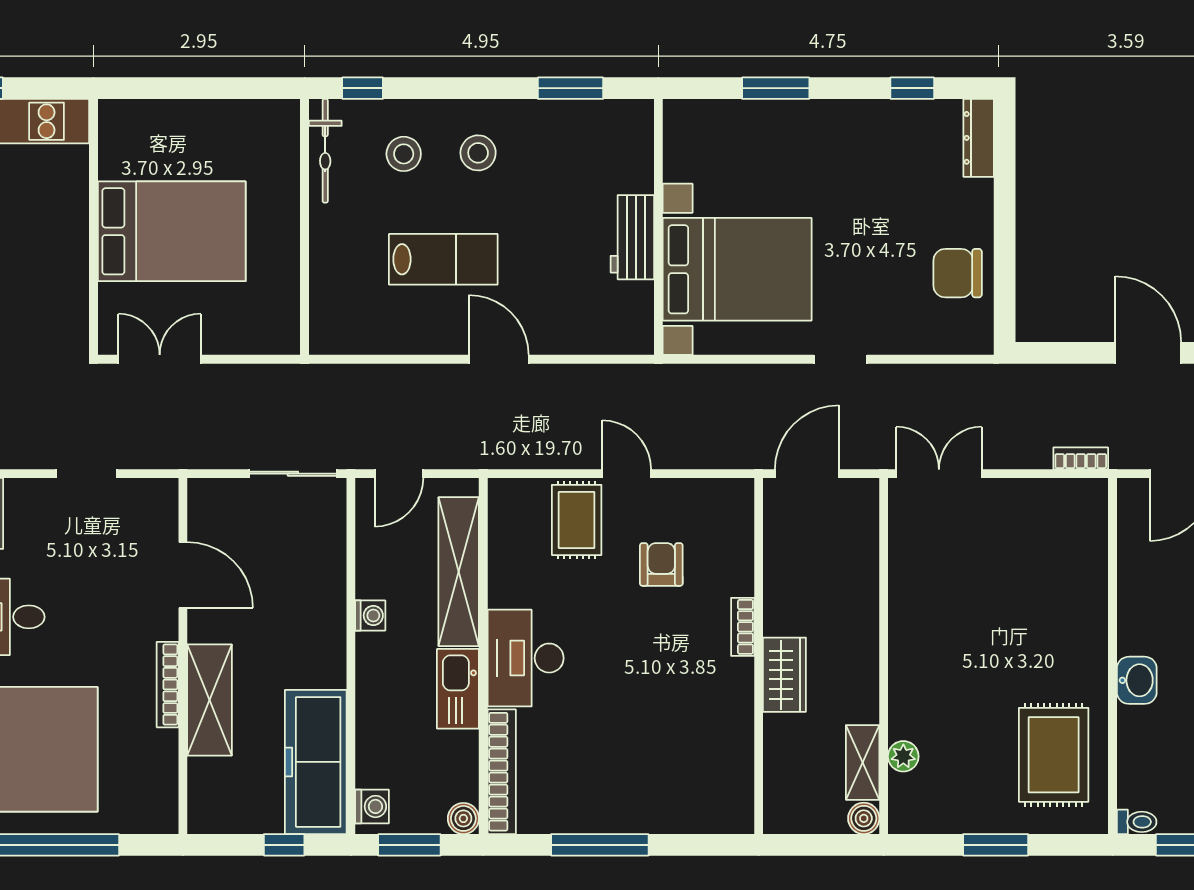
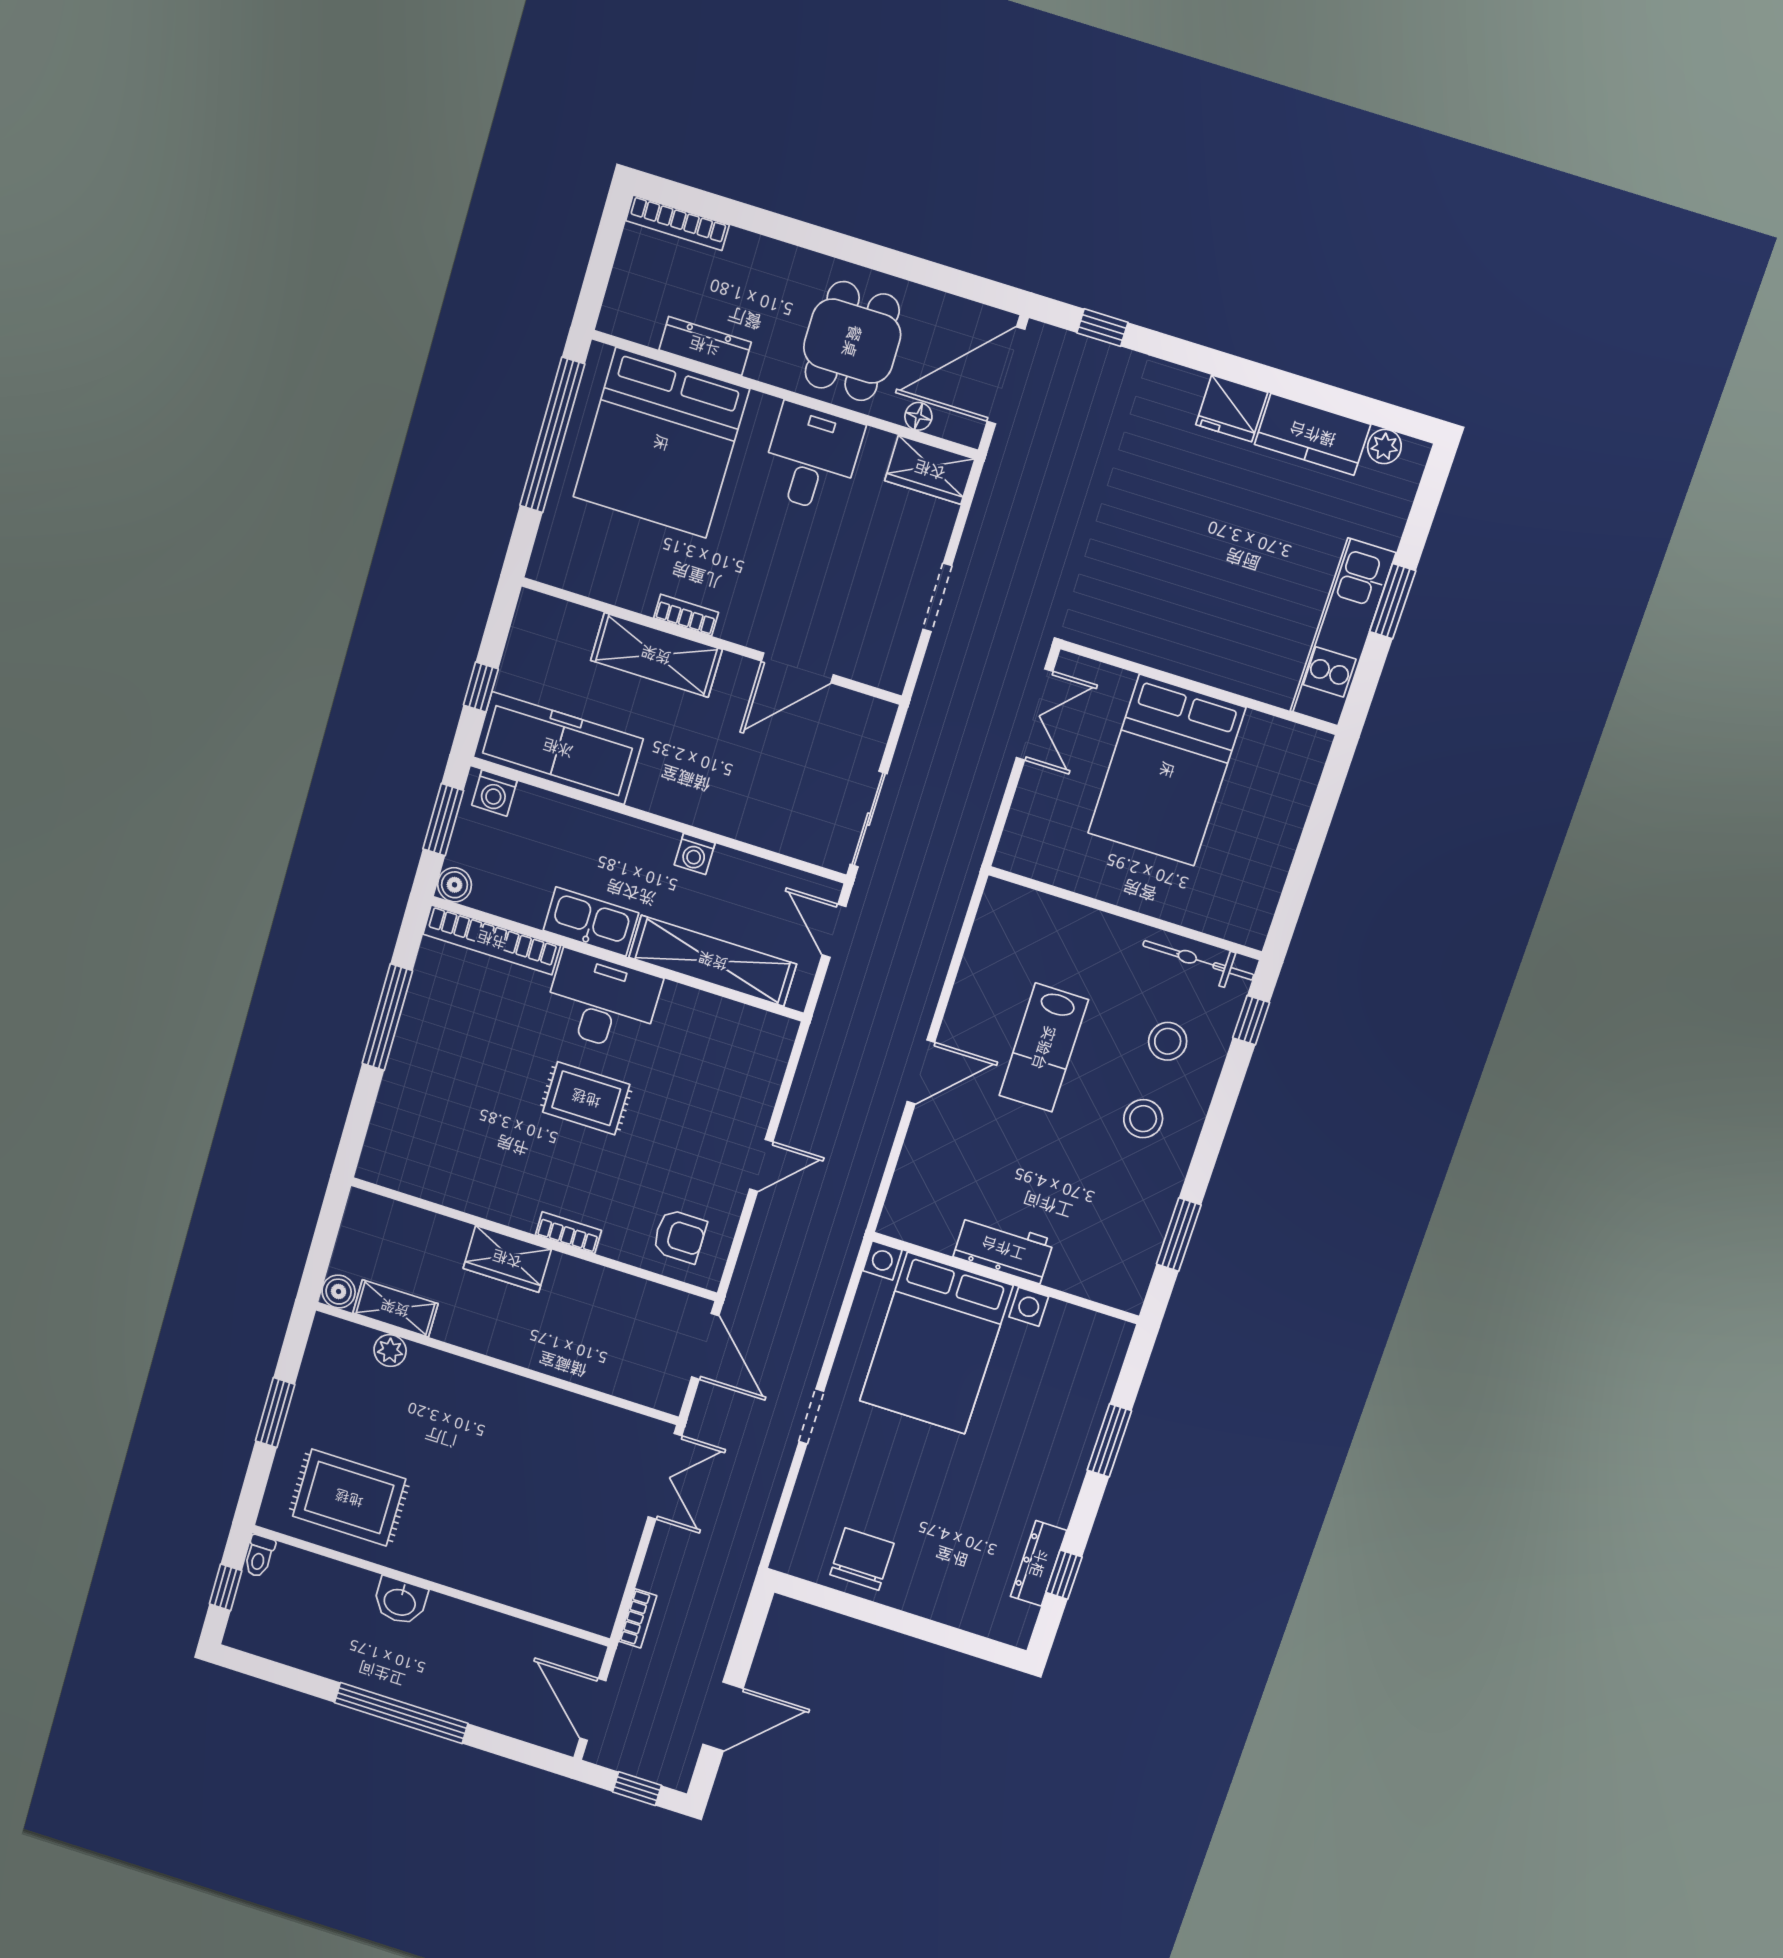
dresser: (979, 138) -> (1039, 1563), moved, turned -90
rug: (577, 520) -> (586, 1098), moved
armchair: (661, 564) -> (679, 1236), moved
bookcase: (168, 685) -> (686, 615), width x0.64

